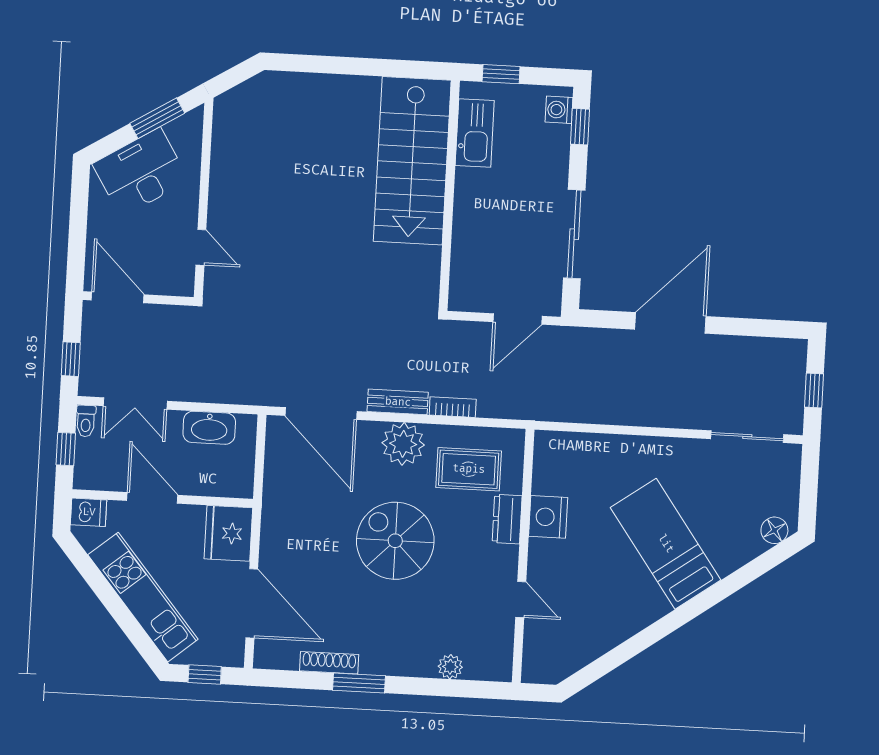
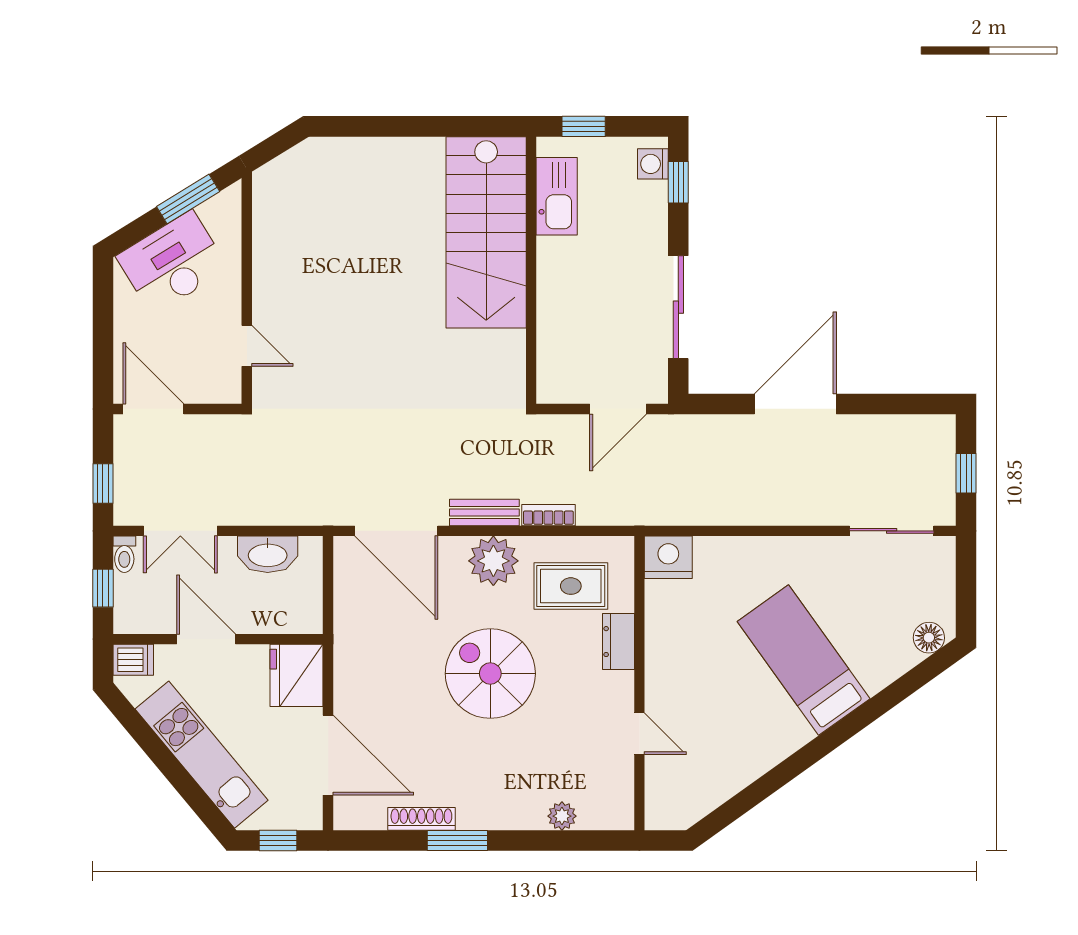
nightstand: (548, 517) -> (668, 557), moved, turned 90

